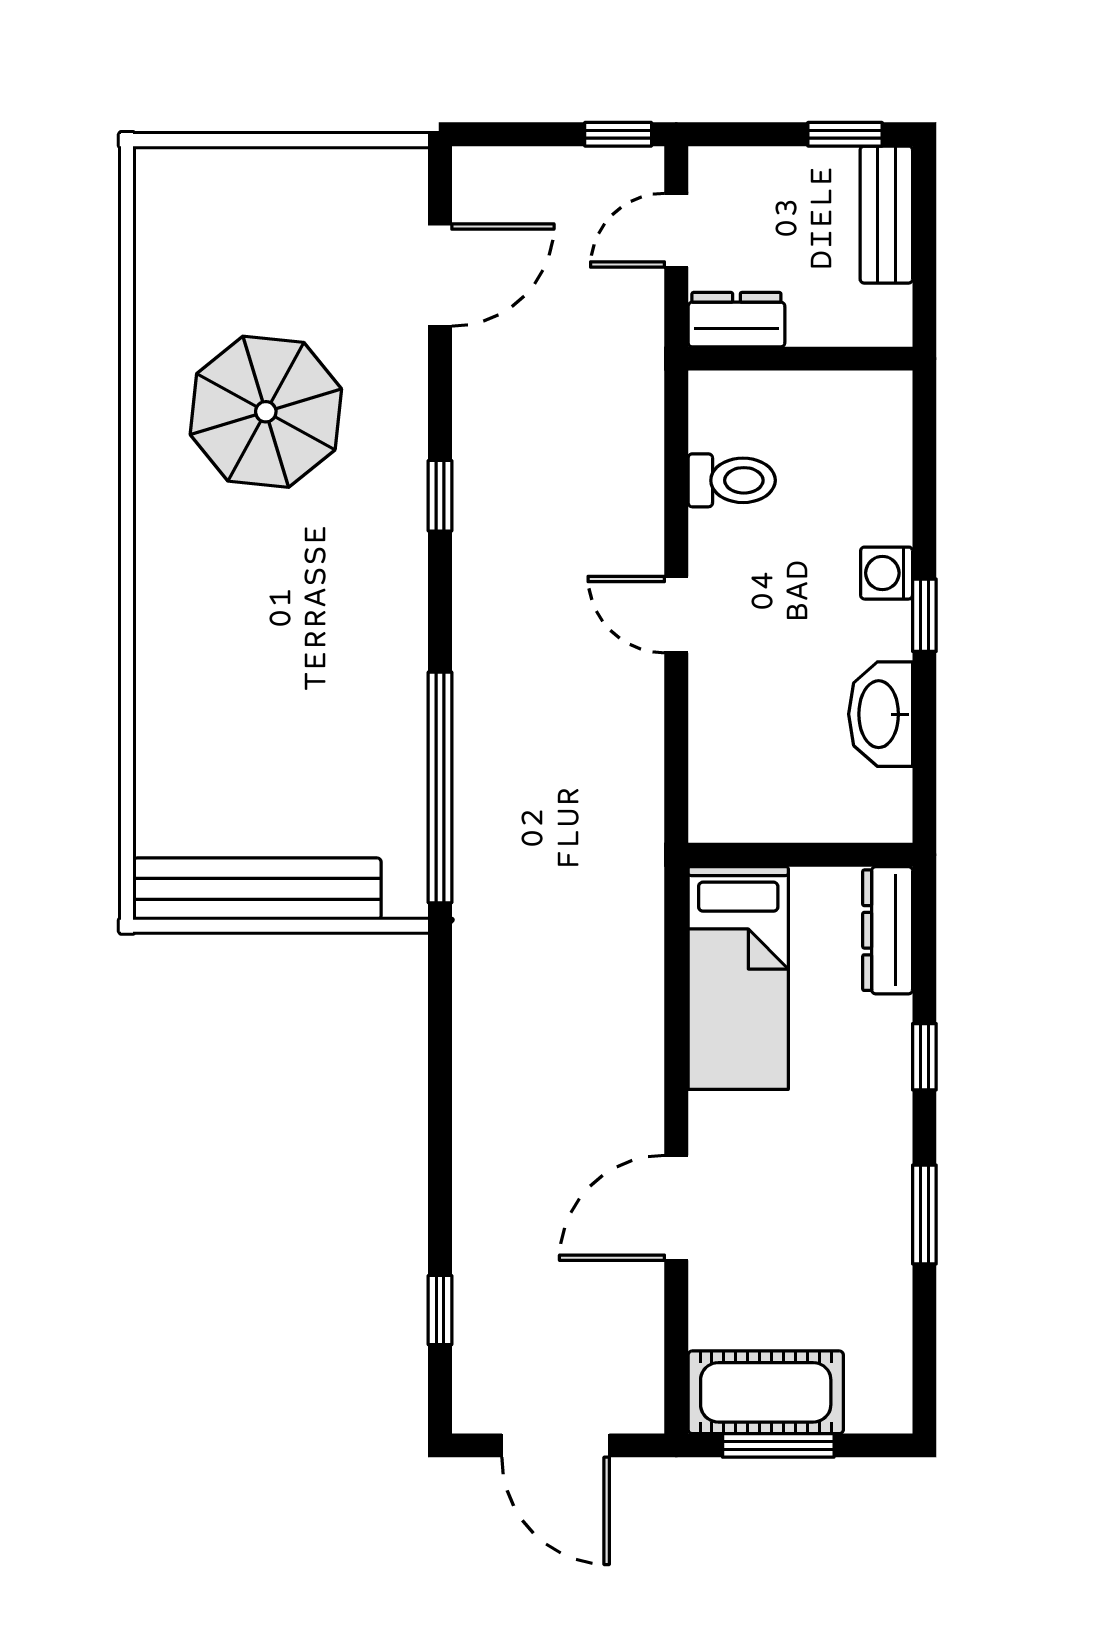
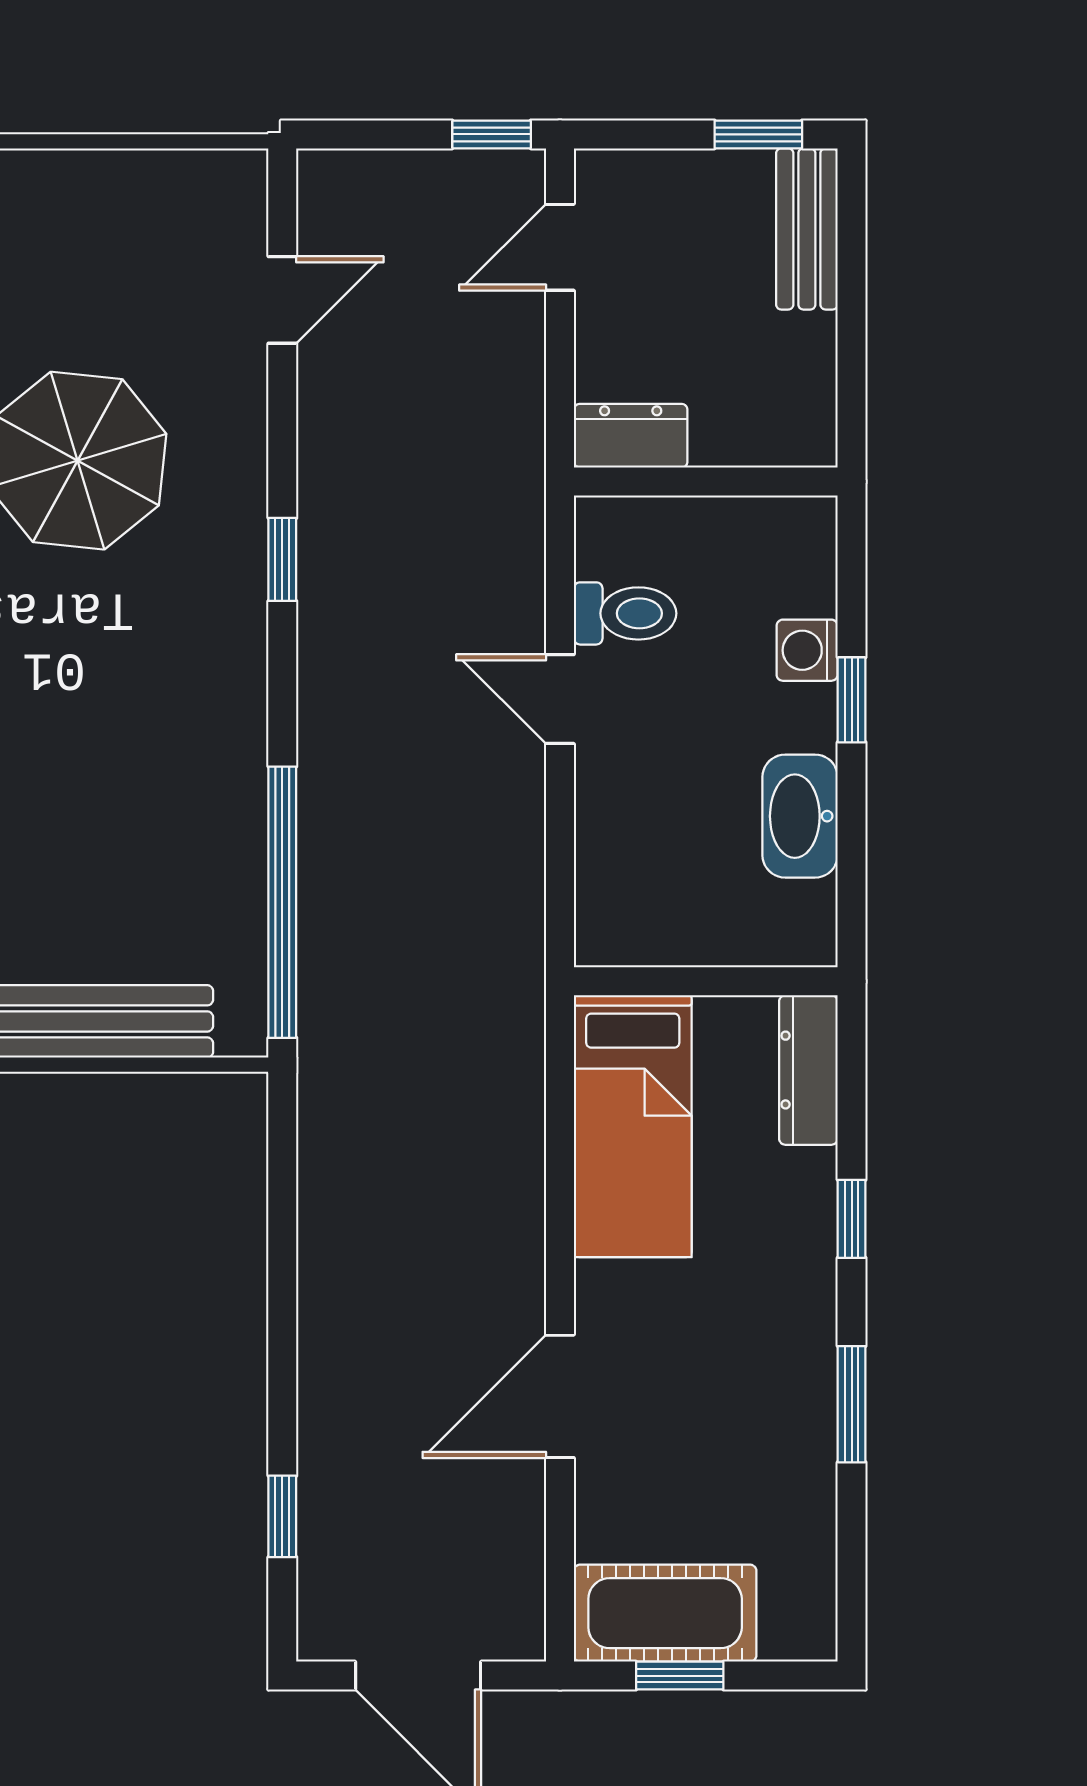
door: (440, 275) -> (282, 300), width x0.73
dresser: (736, 320) -> (631, 436), moved
wall: (800, 359) -> (706, 482), moved
toilet: (732, 480) -> (625, 613), moved
window: (778, 1445) -> (680, 1676), width x0.67

